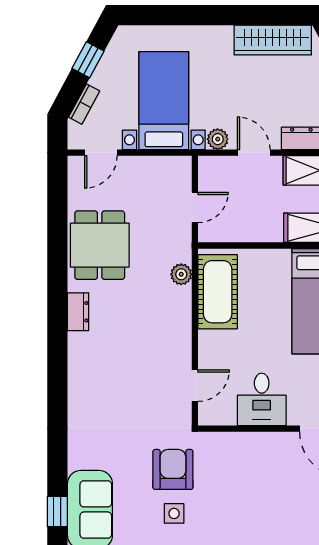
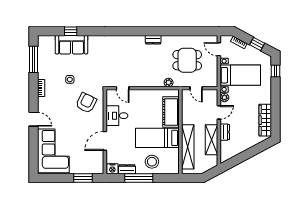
window: (154, 15) -> (276, 71), added
dining table: (100, 245) -> (187, 60), moved
cot: (218, 292) -> (171, 112), moved, turned 90
armchair: (173, 469) -> (86, 103), moved, turned -64

